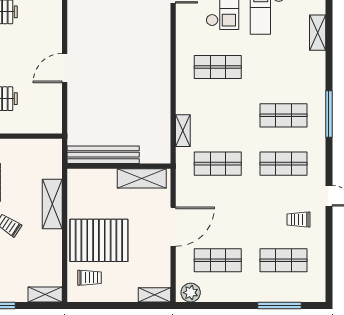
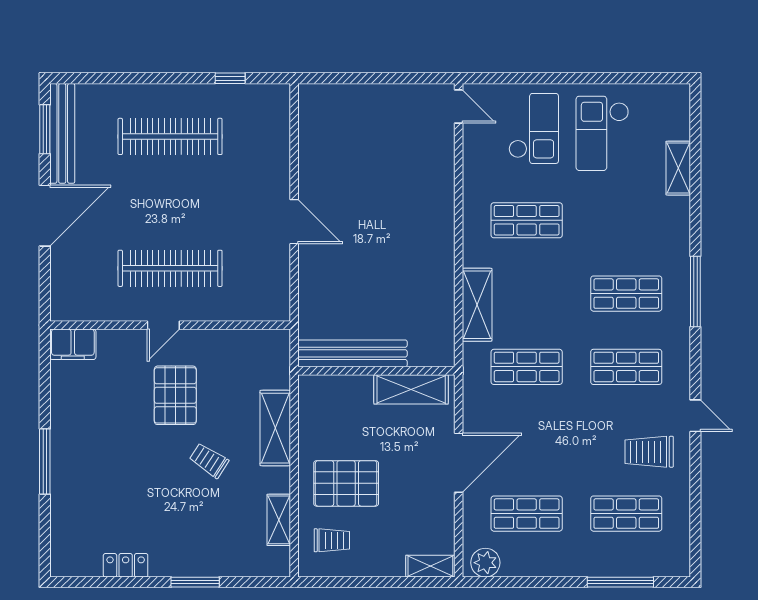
door: (65, 68) -> (294, 222), swing flipped
shelving: (183, 131) -> (477, 305), width x1.50, depth x1.33
trolley: (299, 220) -> (649, 452), width x1.36, depth x1.39
pallet: (99, 240) -> (346, 483), width x0.73, depth x0.71
shelving: (45, 294) -> (279, 520), moved, turned 90

